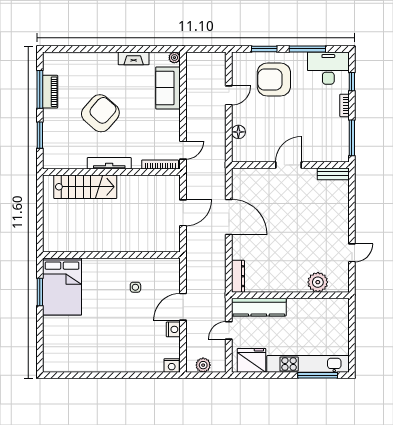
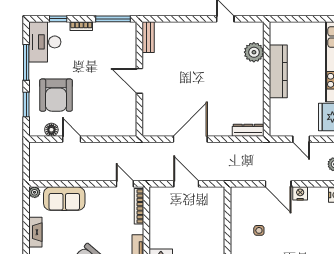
floor lamp: (238, 132) -> (51, 130), moved
kitchen counter: (259, 307) -> (278, 71), moved

